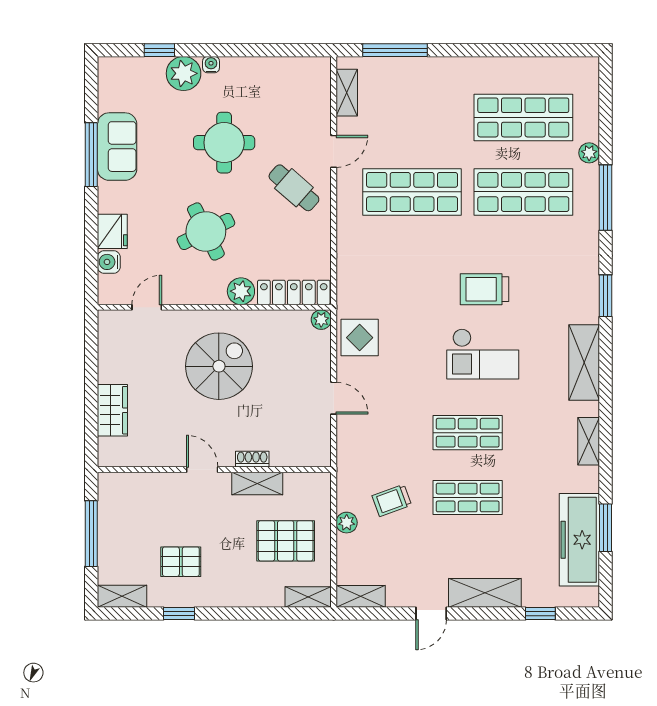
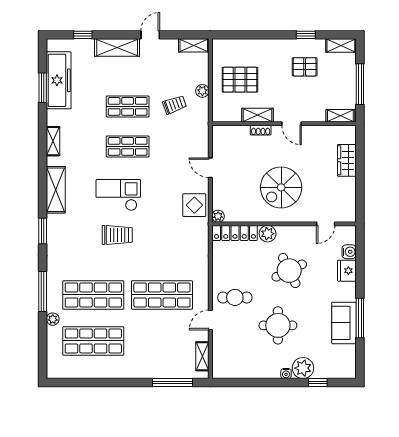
cafe table: (294, 188) -> (235, 297), turned -41
shelving: (308, 597) -> (340, 116), moved

